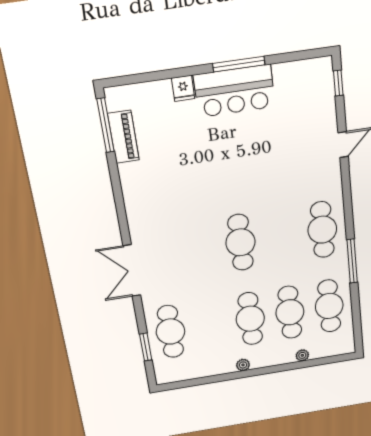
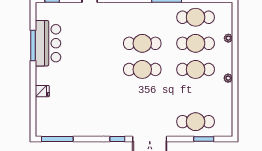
window: (239, 64) -> (33, 45), moved
bar counter: (234, 91) -> (48, 43), moved
piano: (123, 137) -> (65, 130), removed
window: (123, 222) -> (117, 139), added
cafe table: (322, 230) -> (142, 43), moved

